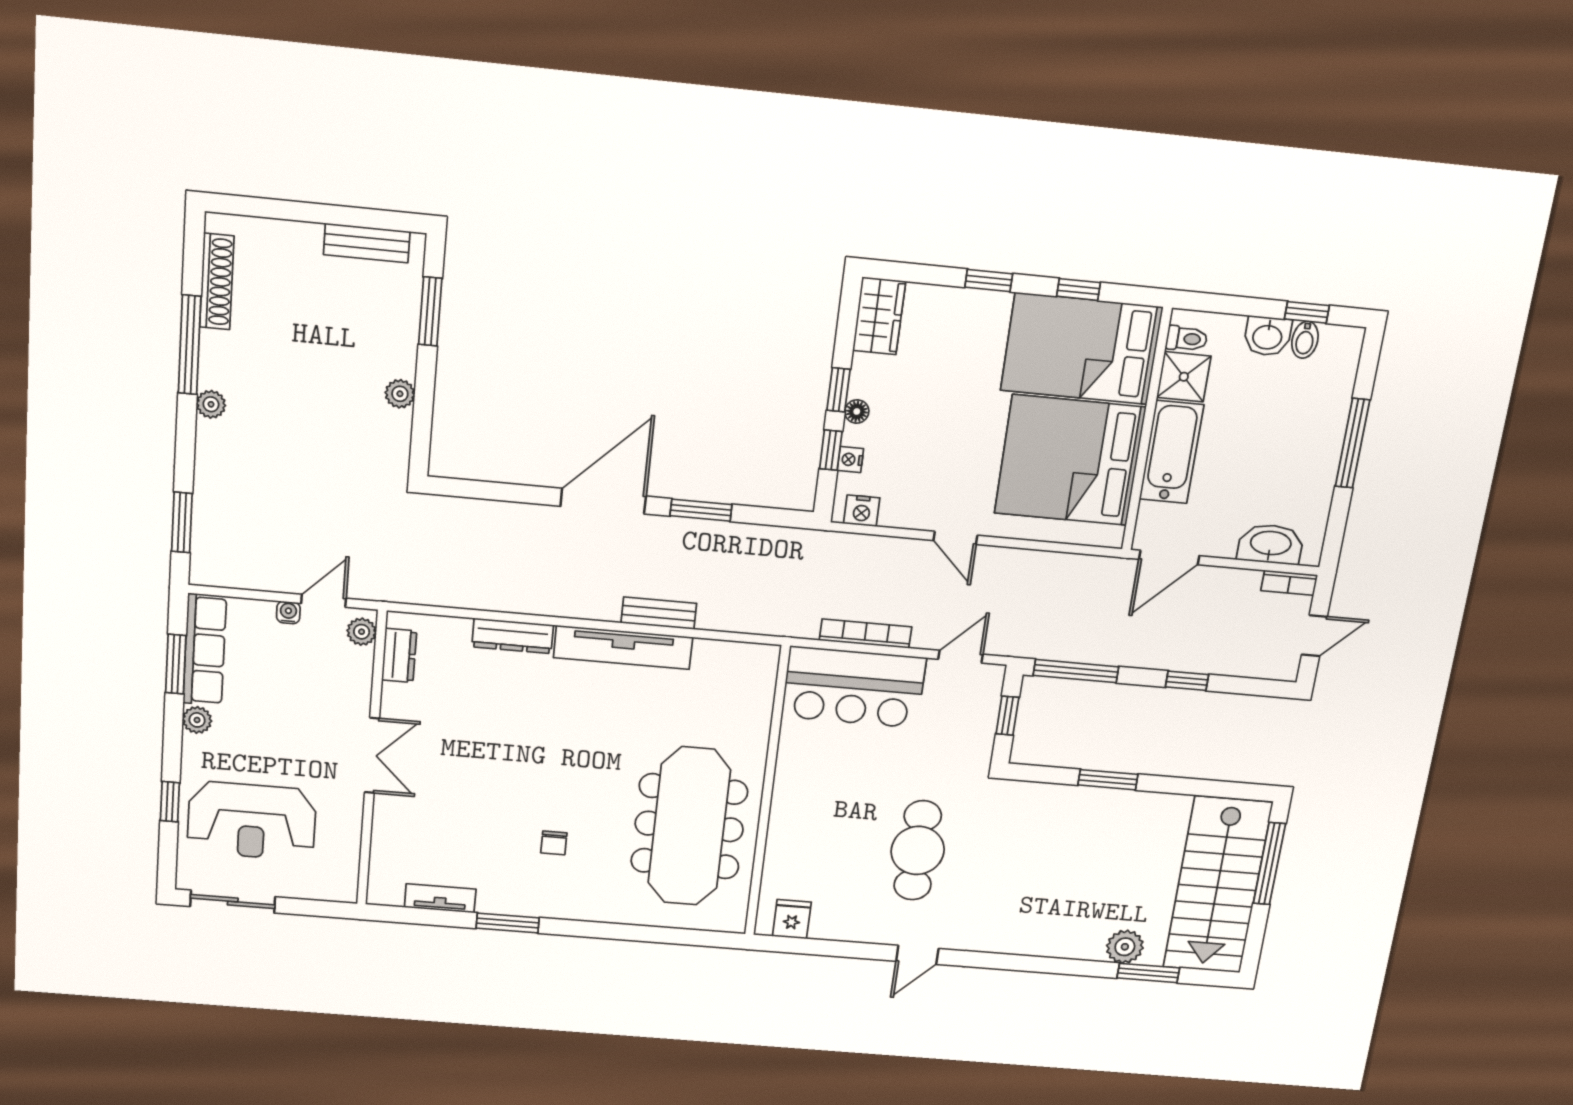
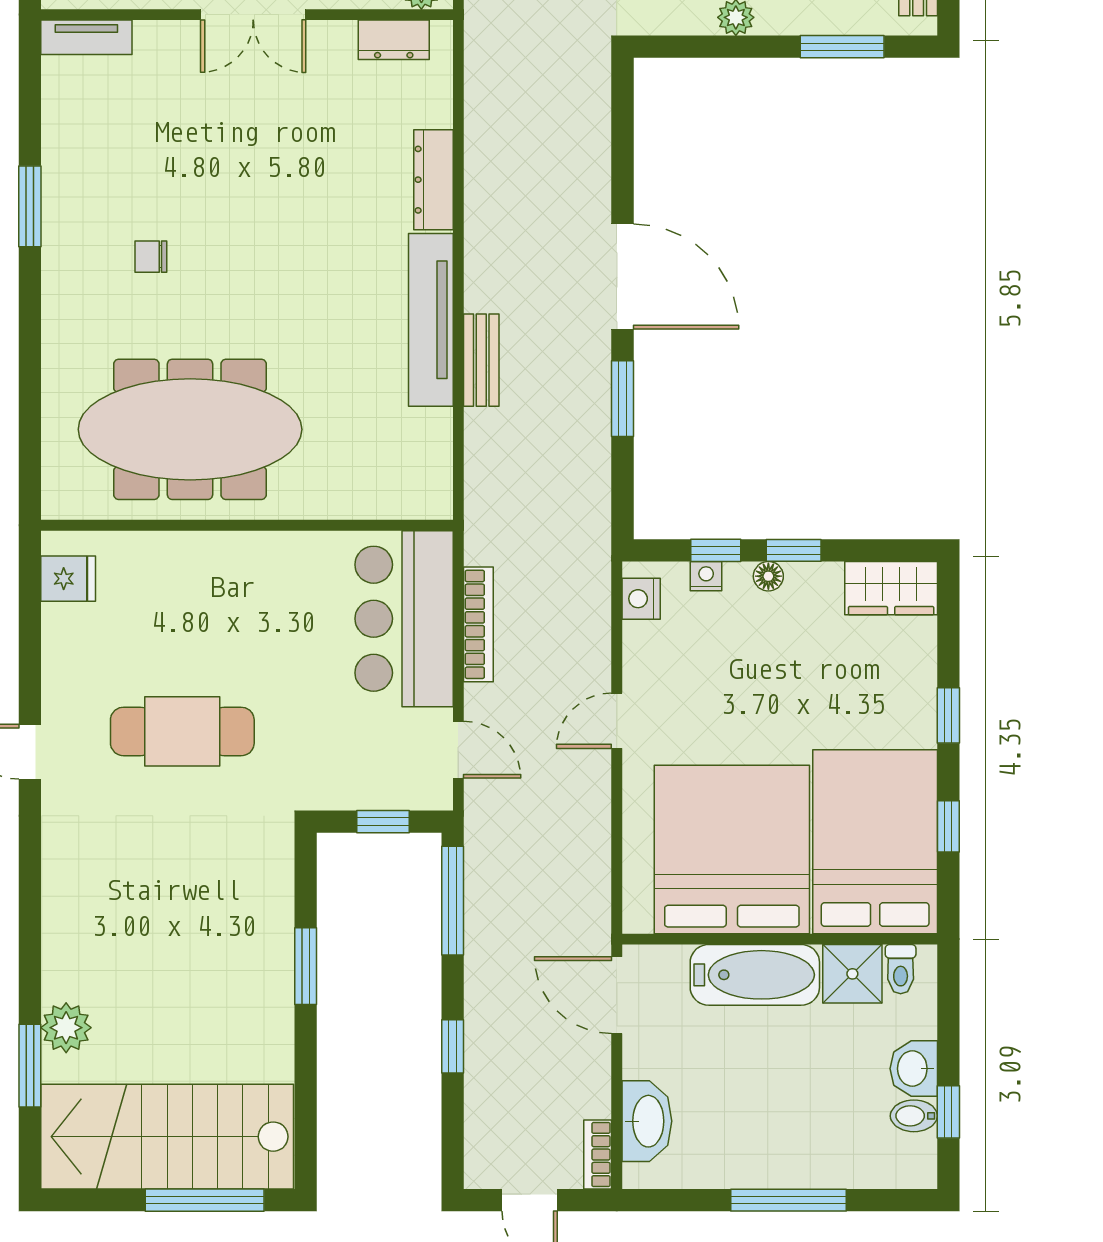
tv unit: (440, 898) -> (86, 37), moved, turned 90

